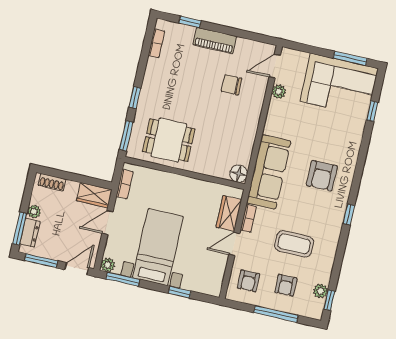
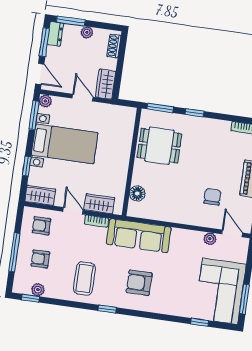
dining table: (169, 140) -> (159, 146), turned 90
floor lamp: (239, 174) -> (137, 193), moved
bookcase: (125, 184) -> (118, 110), removed
dresser: (30, 233) -> (55, 34), moved, turned -90
coffee table: (294, 244) -> (84, 279), moved
wardrobe: (214, 279) -> (40, 195), added

